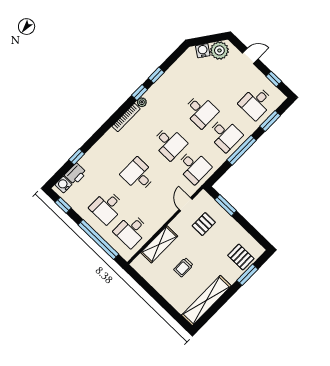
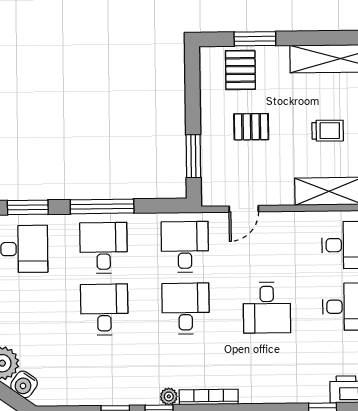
pallet: (204, 224) -> (251, 127), moved

